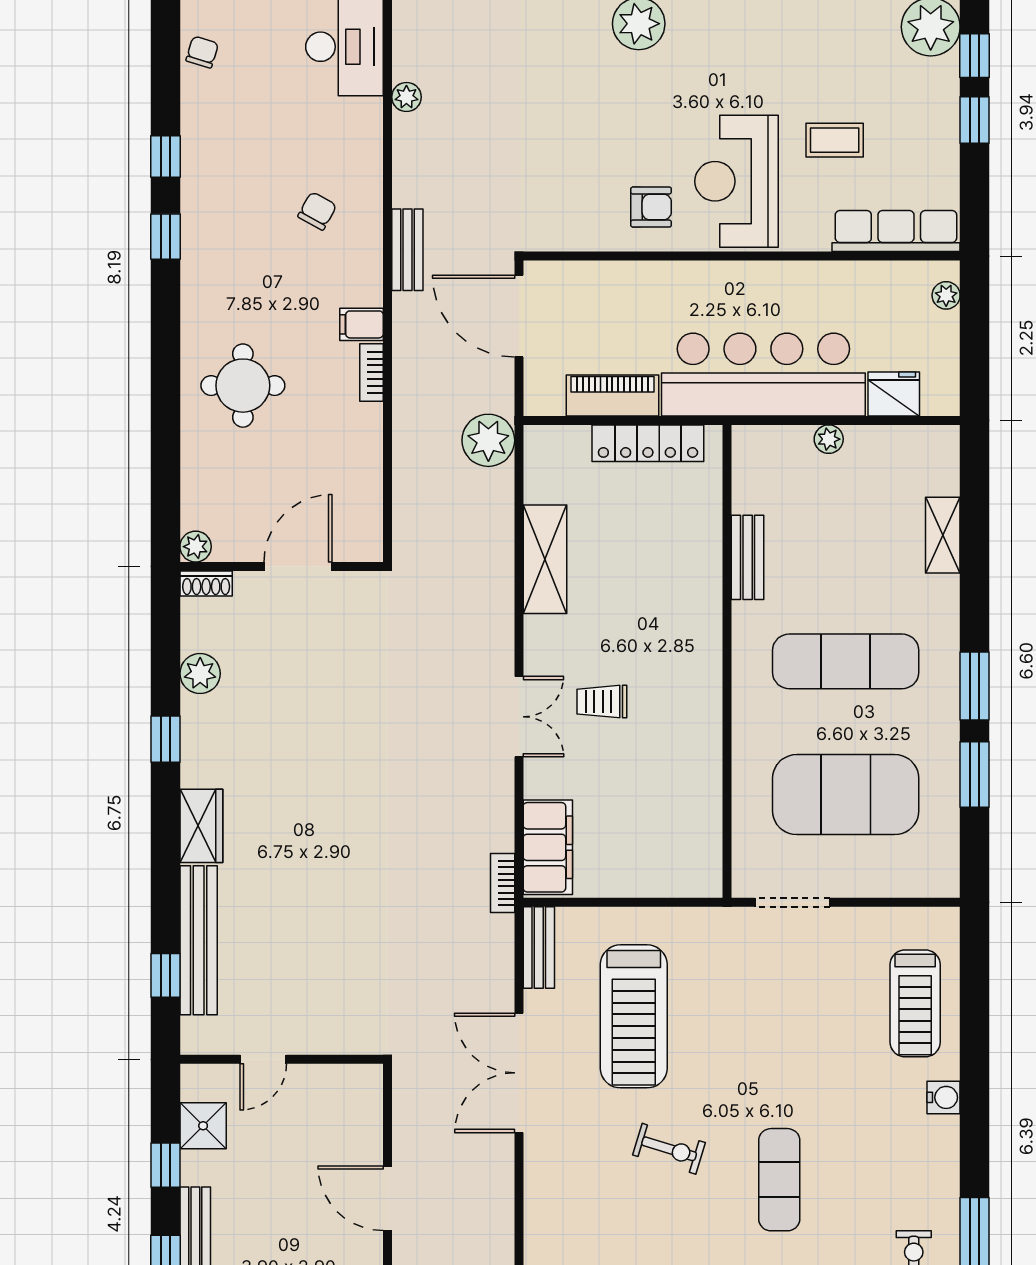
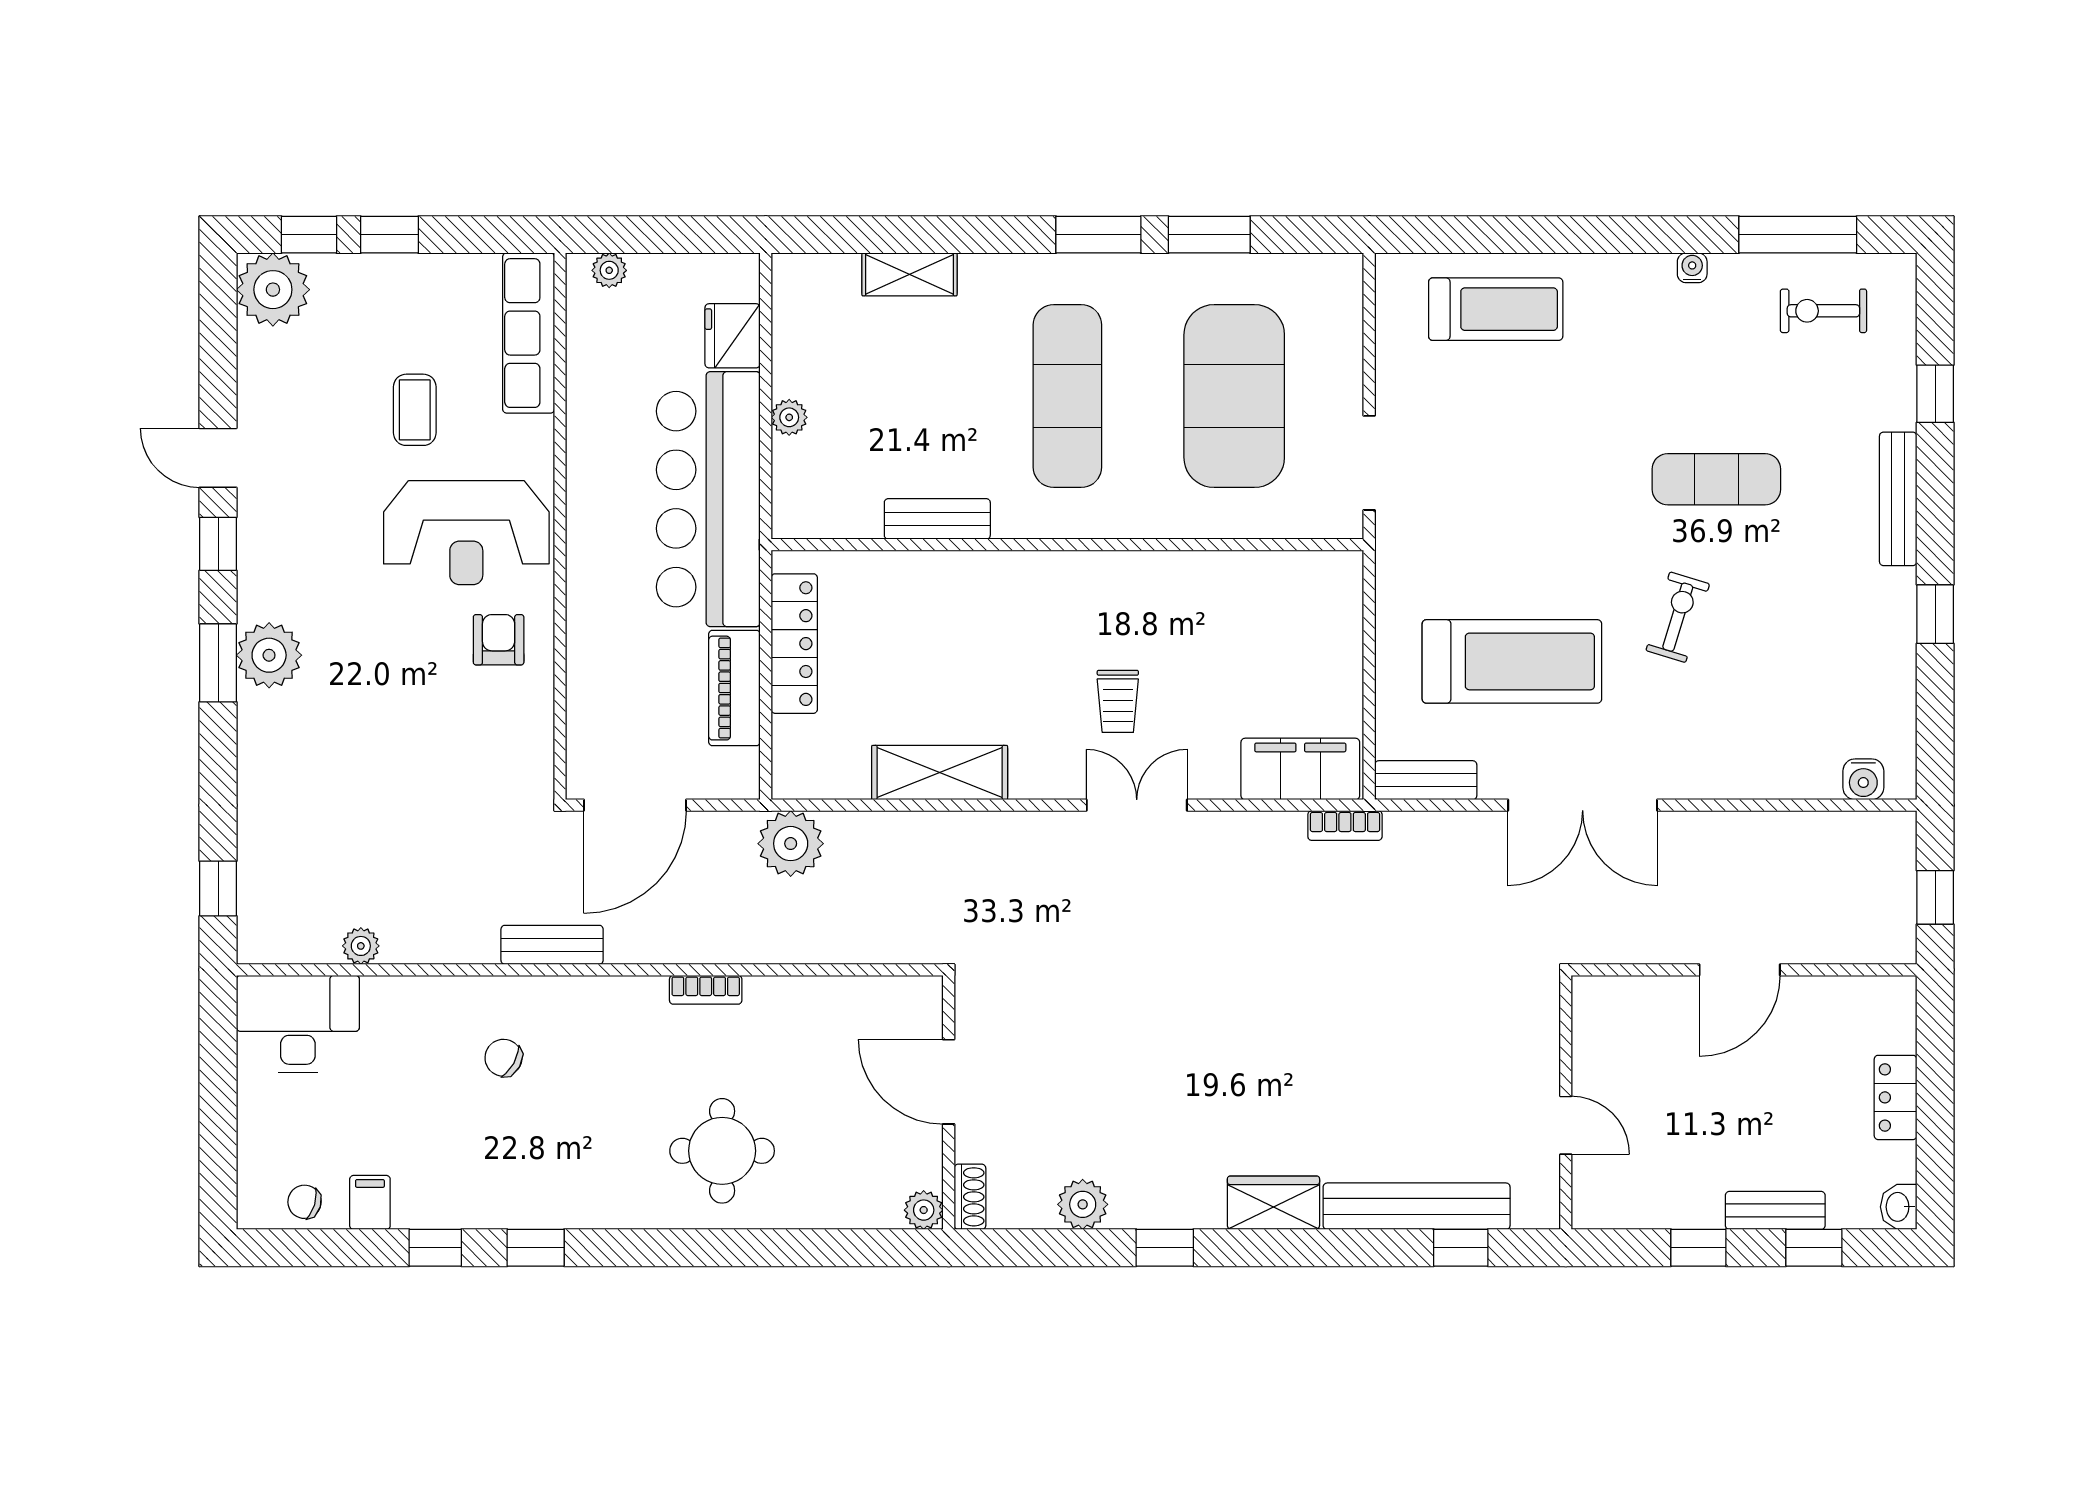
filing cabinet: (361, 324) -> (370, 1202), moved, turned 180
water cooler: (944, 1097) -> (1692, 268), moved, width x0.72, depth x0.72
shower: (203, 1126) -> (1649, 1201), removed

